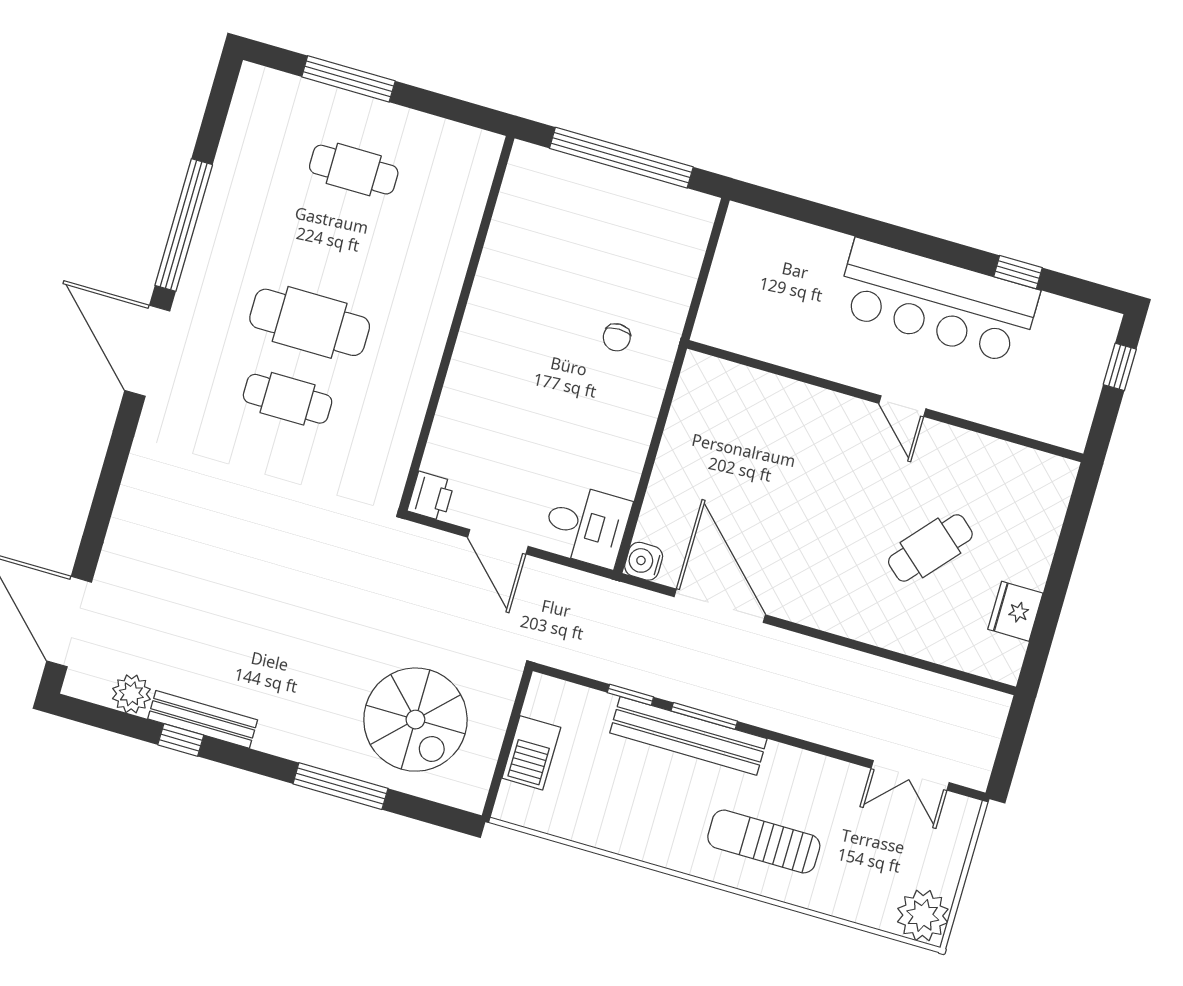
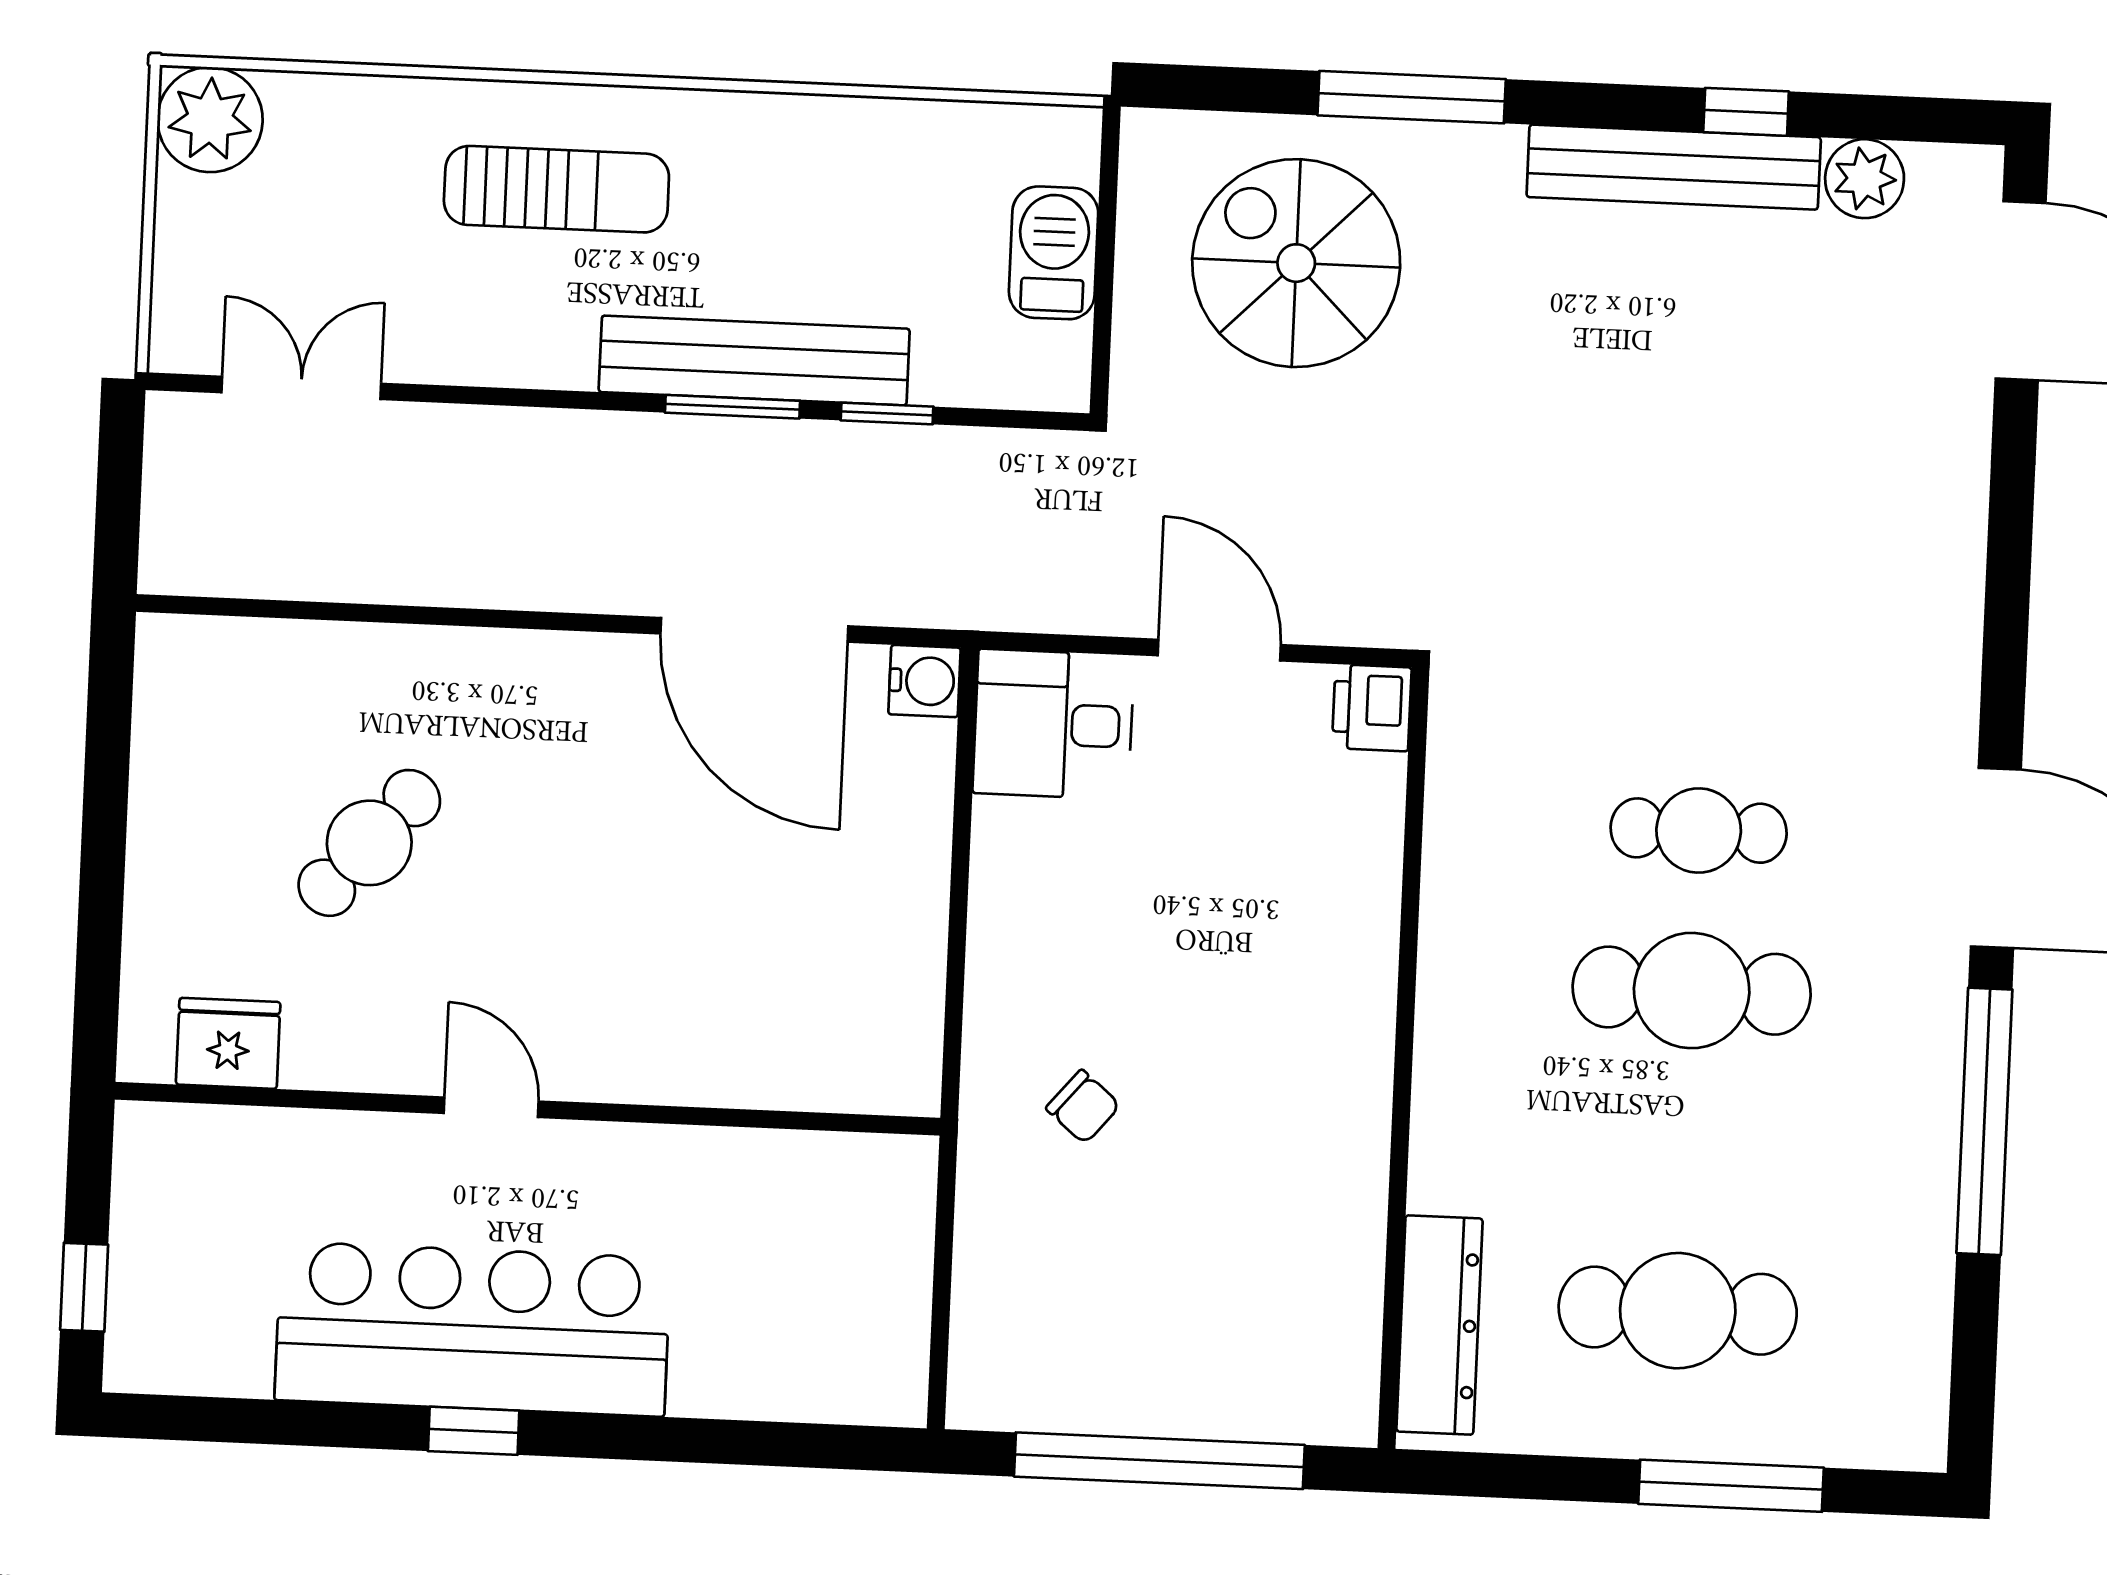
cafe table: (354, 170) -> (1678, 1311), width x1.37, depth x1.35
dresser: (470, 190) -> (1439, 1325), added
window: (1018, 272) -> (474, 1431), moved
chair: (617, 337) -> (1083, 1107), turned 130
fridge: (1015, 611) -> (228, 1043), moved, turned -90
bench: (203, 719) -> (1674, 167), width x1.37, depth x1.21

